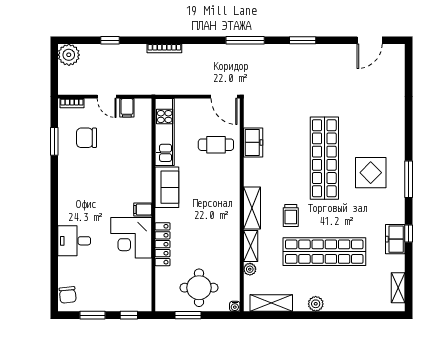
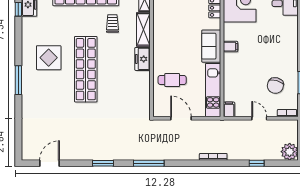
door: (224, 97) -> (181, 118), moved
filing cabinet: (127, 108) -> (229, 109), moved
chair: (86, 138) -> (275, 86), turned 106
freezer: (253, 142) -> (143, 59), moved
window: (409, 179) -> (18, 80), moved
filing cabinet: (143, 209) -> (231, 47), moved

